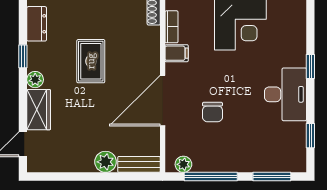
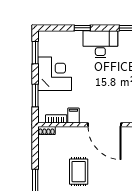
rug: (91, 61) -> (79, 172), turned 90
chair: (212, 112) -> (112, 92), removed

